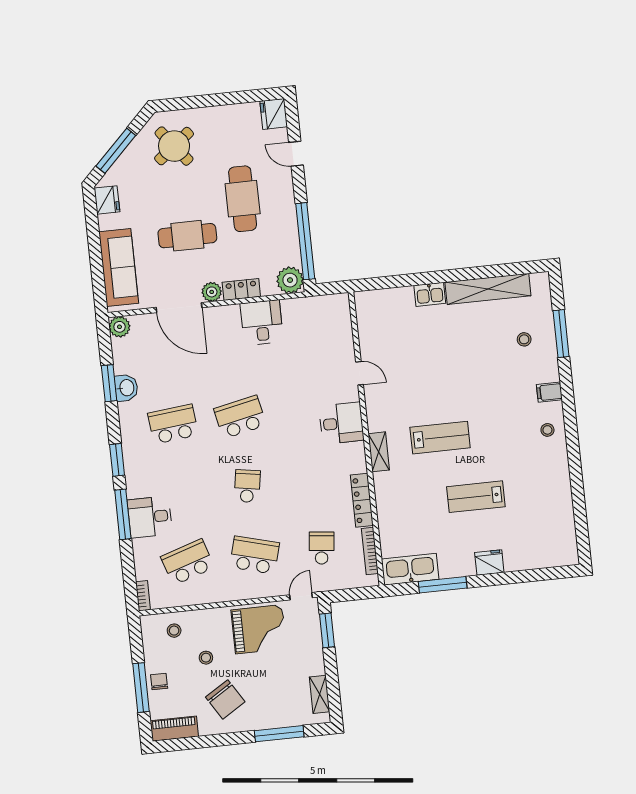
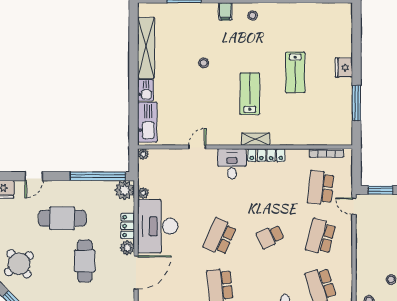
plant: (342, 300) -> (143, 154), added
plant: (289, 306) -> (143, 193), added
desk: (262, 323) -> (158, 226), width x1.87, depth x1.30
stool: (524, 339) -> (204, 63), moved
school desk: (240, 417) -> (220, 237), turned 36
school desk: (247, 486) -> (270, 237), turned -33
locker: (362, 500) -> (266, 155), moved
school desk: (322, 548) -> (321, 188), width x1.85
kitchen sink: (410, 569) -> (147, 122), moved, turned 180
grand piano: (259, 629) -> (375, 239), removed

